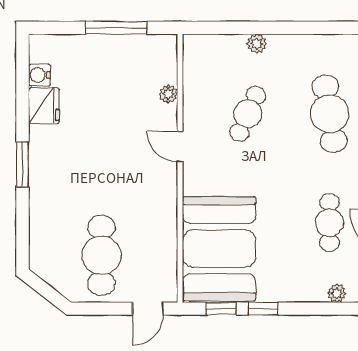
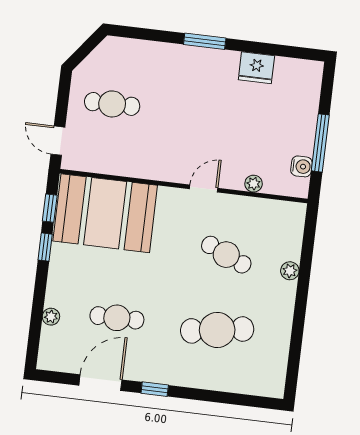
water cooler: (40, 75) -> (301, 166), moved, turned 90
cafe table: (101, 255) -> (112, 104), width x0.73, depth x0.74

